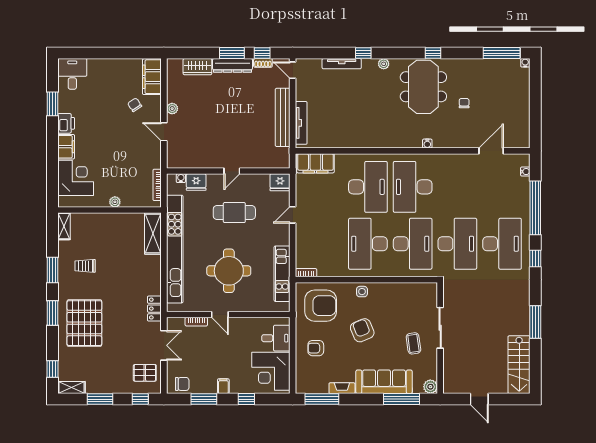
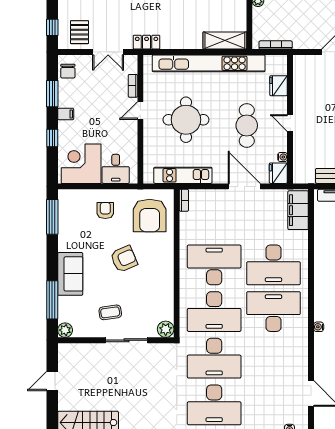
water cooler: (181, 178) -> (283, 157), moved
door: (293, 215) -> (244, 186), width x1.87
plant: (430, 290) -> (166, 329), added
side table: (362, 292) -> (164, 259), removed
sofa: (384, 382) -> (70, 274), width x0.73
fireplace: (342, 388) -> (64, 238), removed

